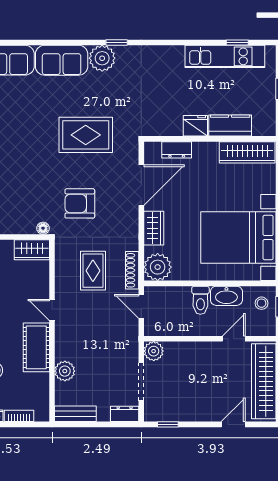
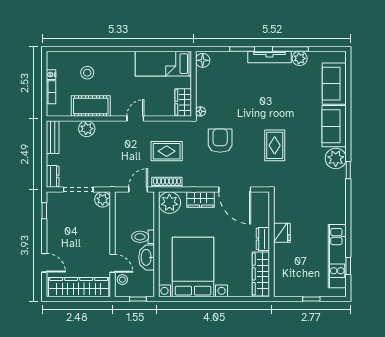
kitchen counter: (230, 126) -> (282, 260), removed
rug: (86, 135) -> (275, 145), width x0.73, depth x0.70
dresser: (177, 150) -> (263, 239), moved
stool: (262, 303) -> (122, 280), moved
cot: (36, 347) -> (91, 106), moved

